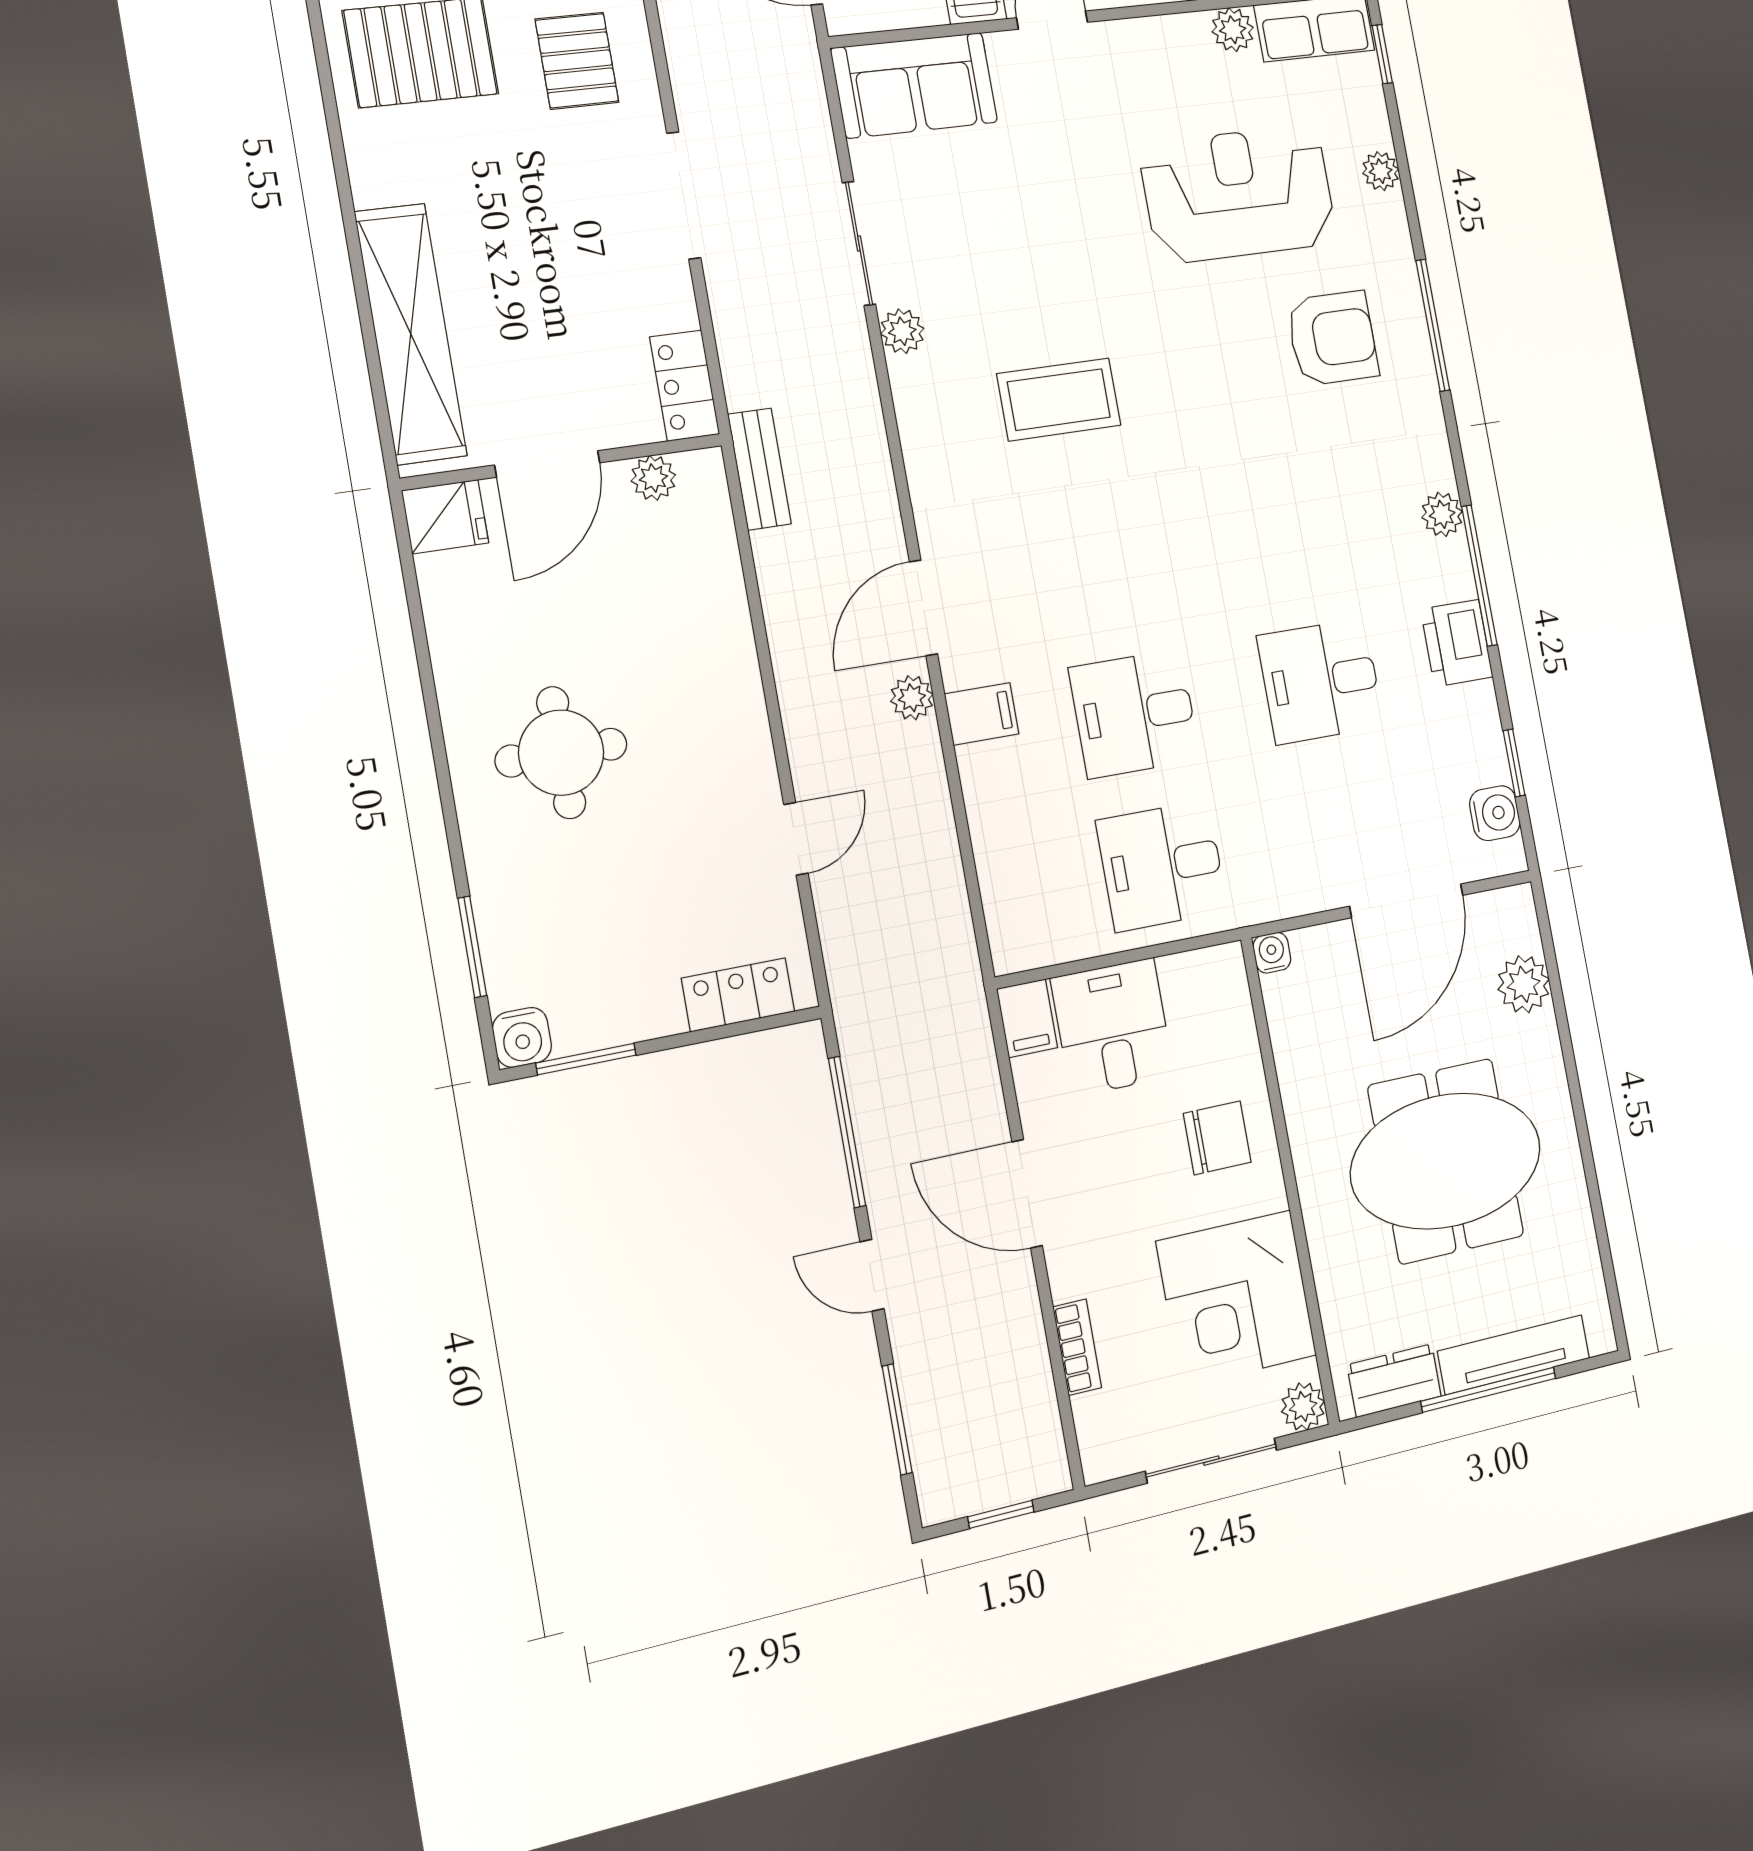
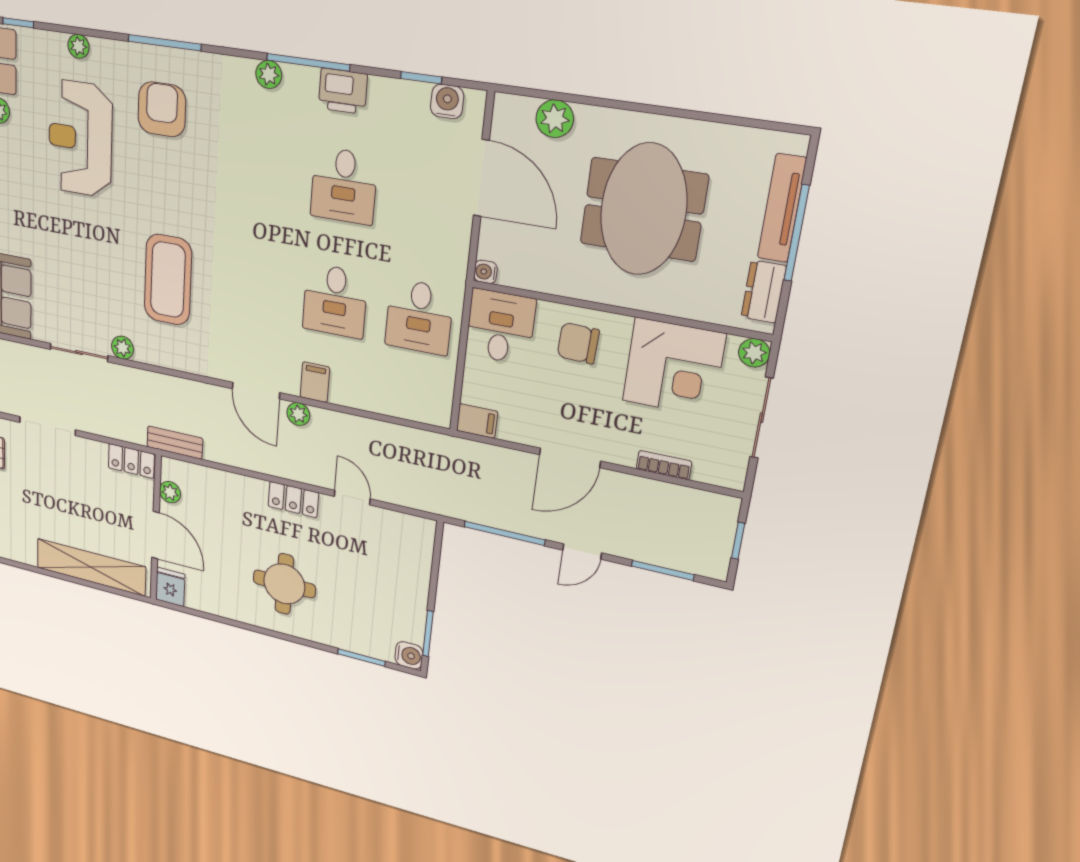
coffee table: (1059, 400) -> (168, 280), width x1.36, depth x1.32
locker: (738, 995) -> (293, 500), moved, turned -90
desk: (1113, 1027) -> (500, 327), moved, turned 90
chair: (1217, 1138) -> (578, 343), turned -88

